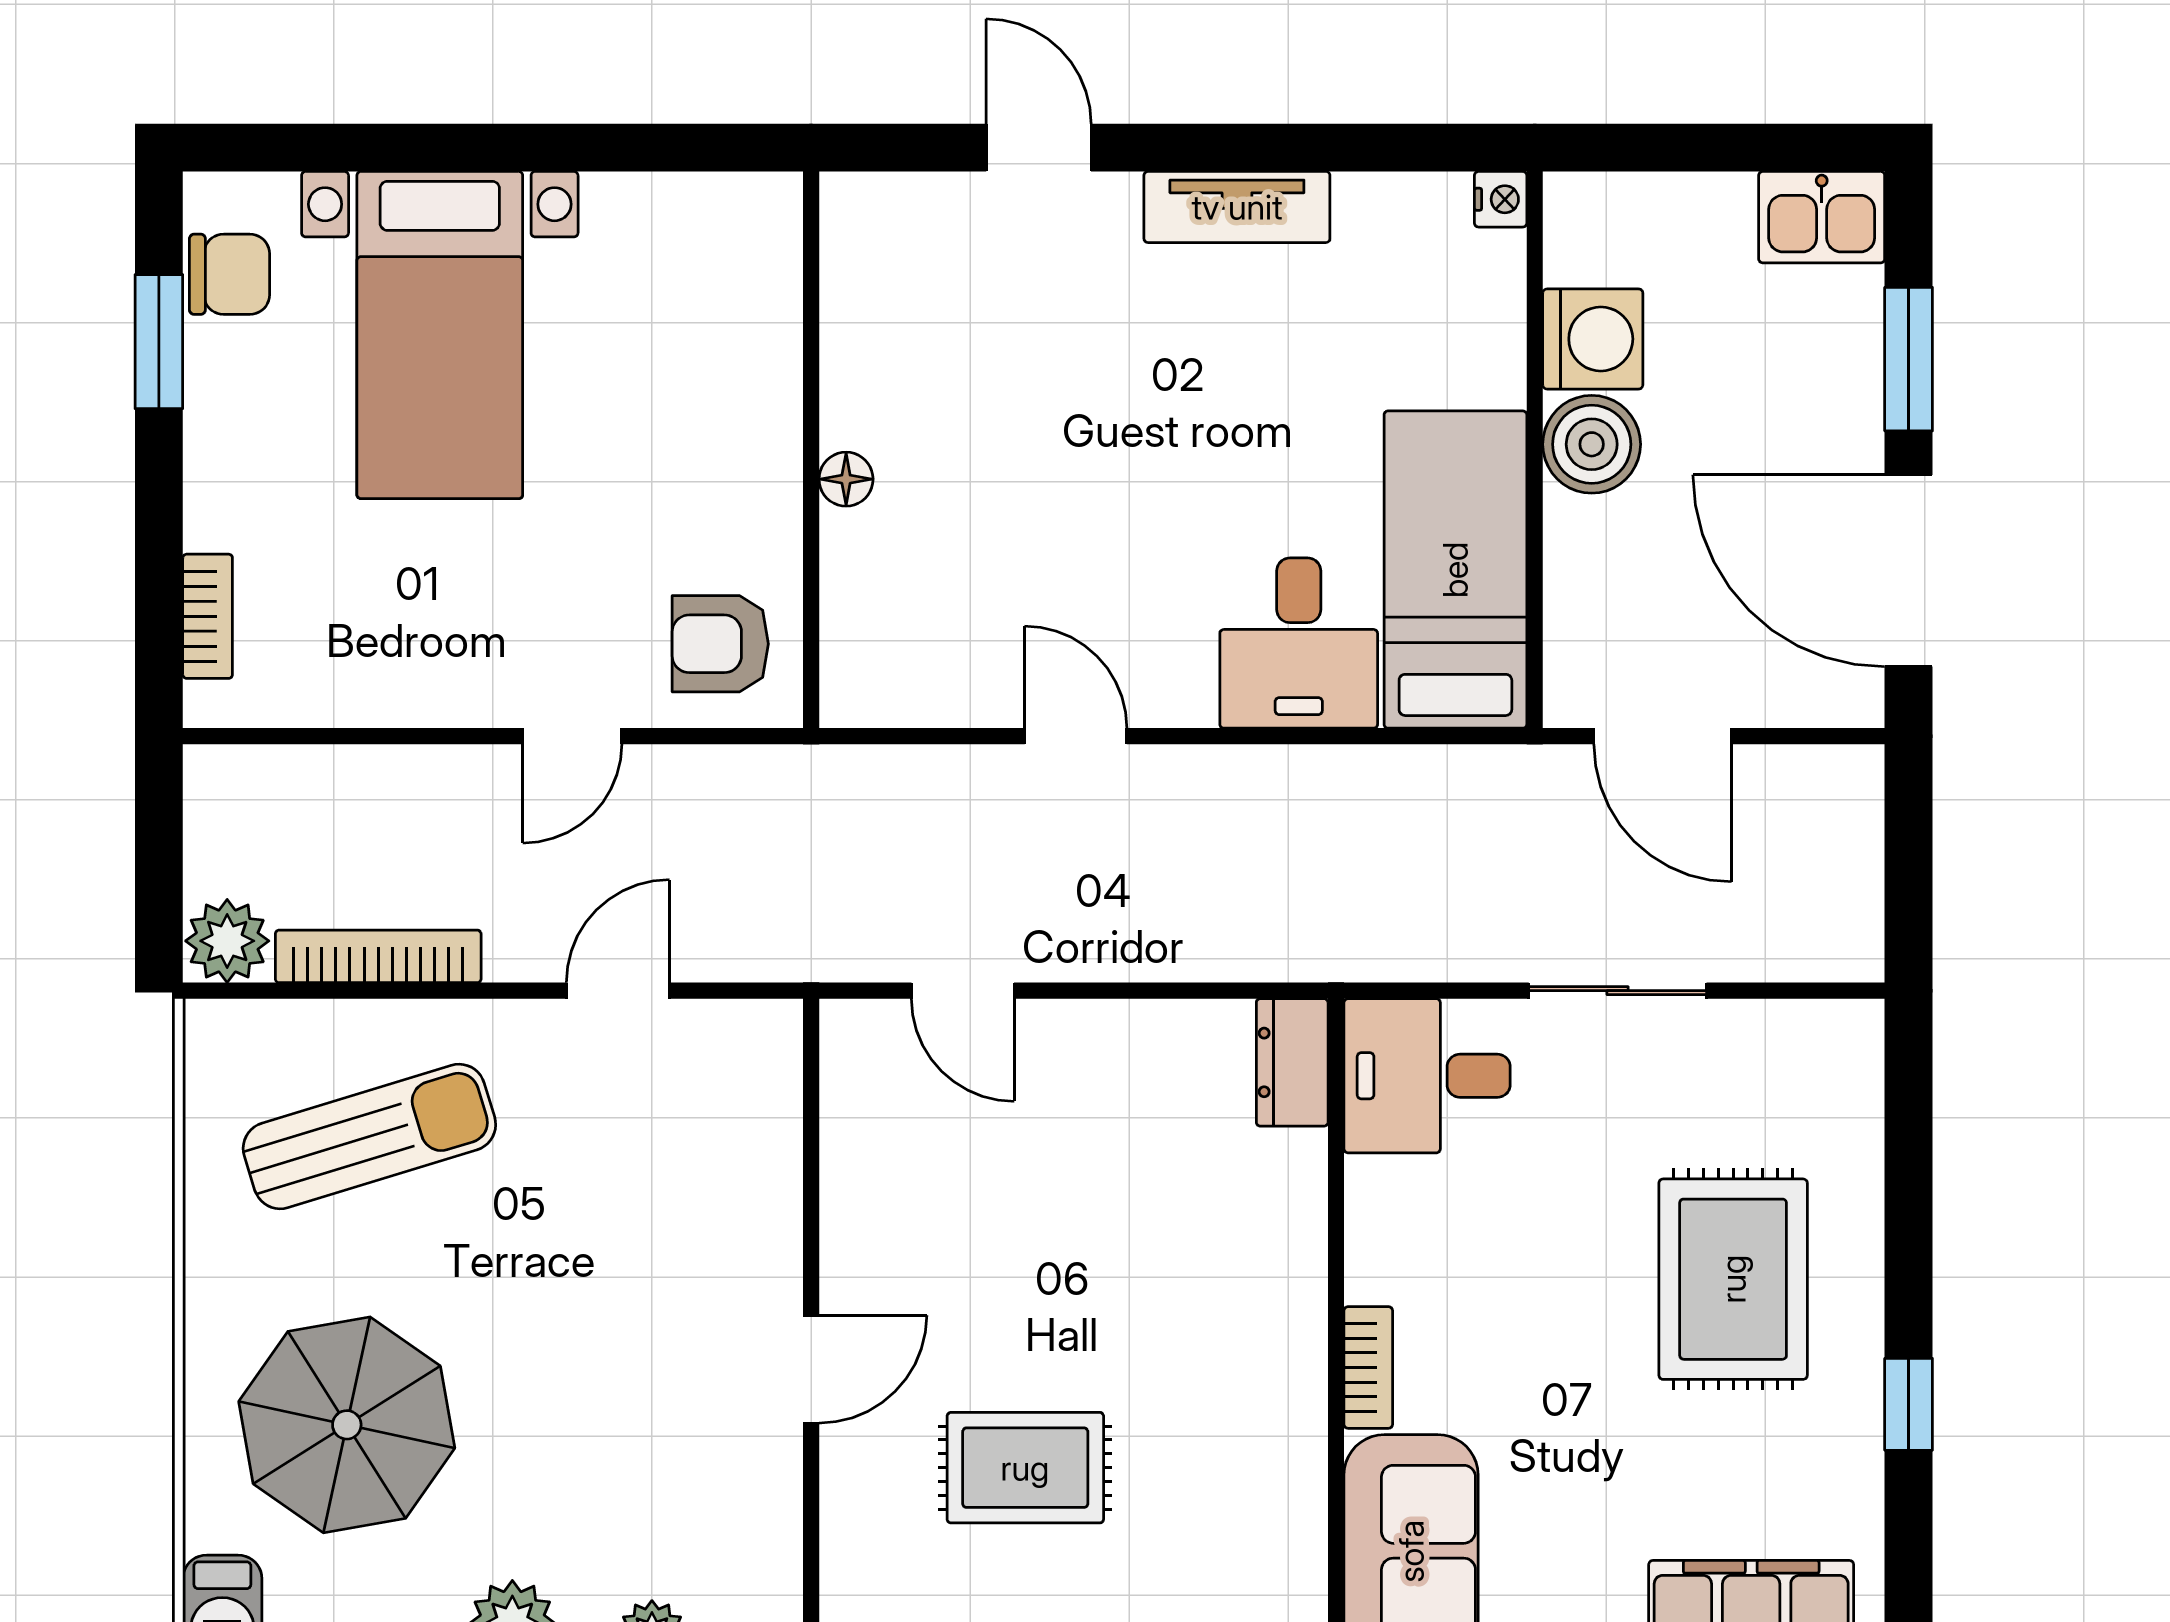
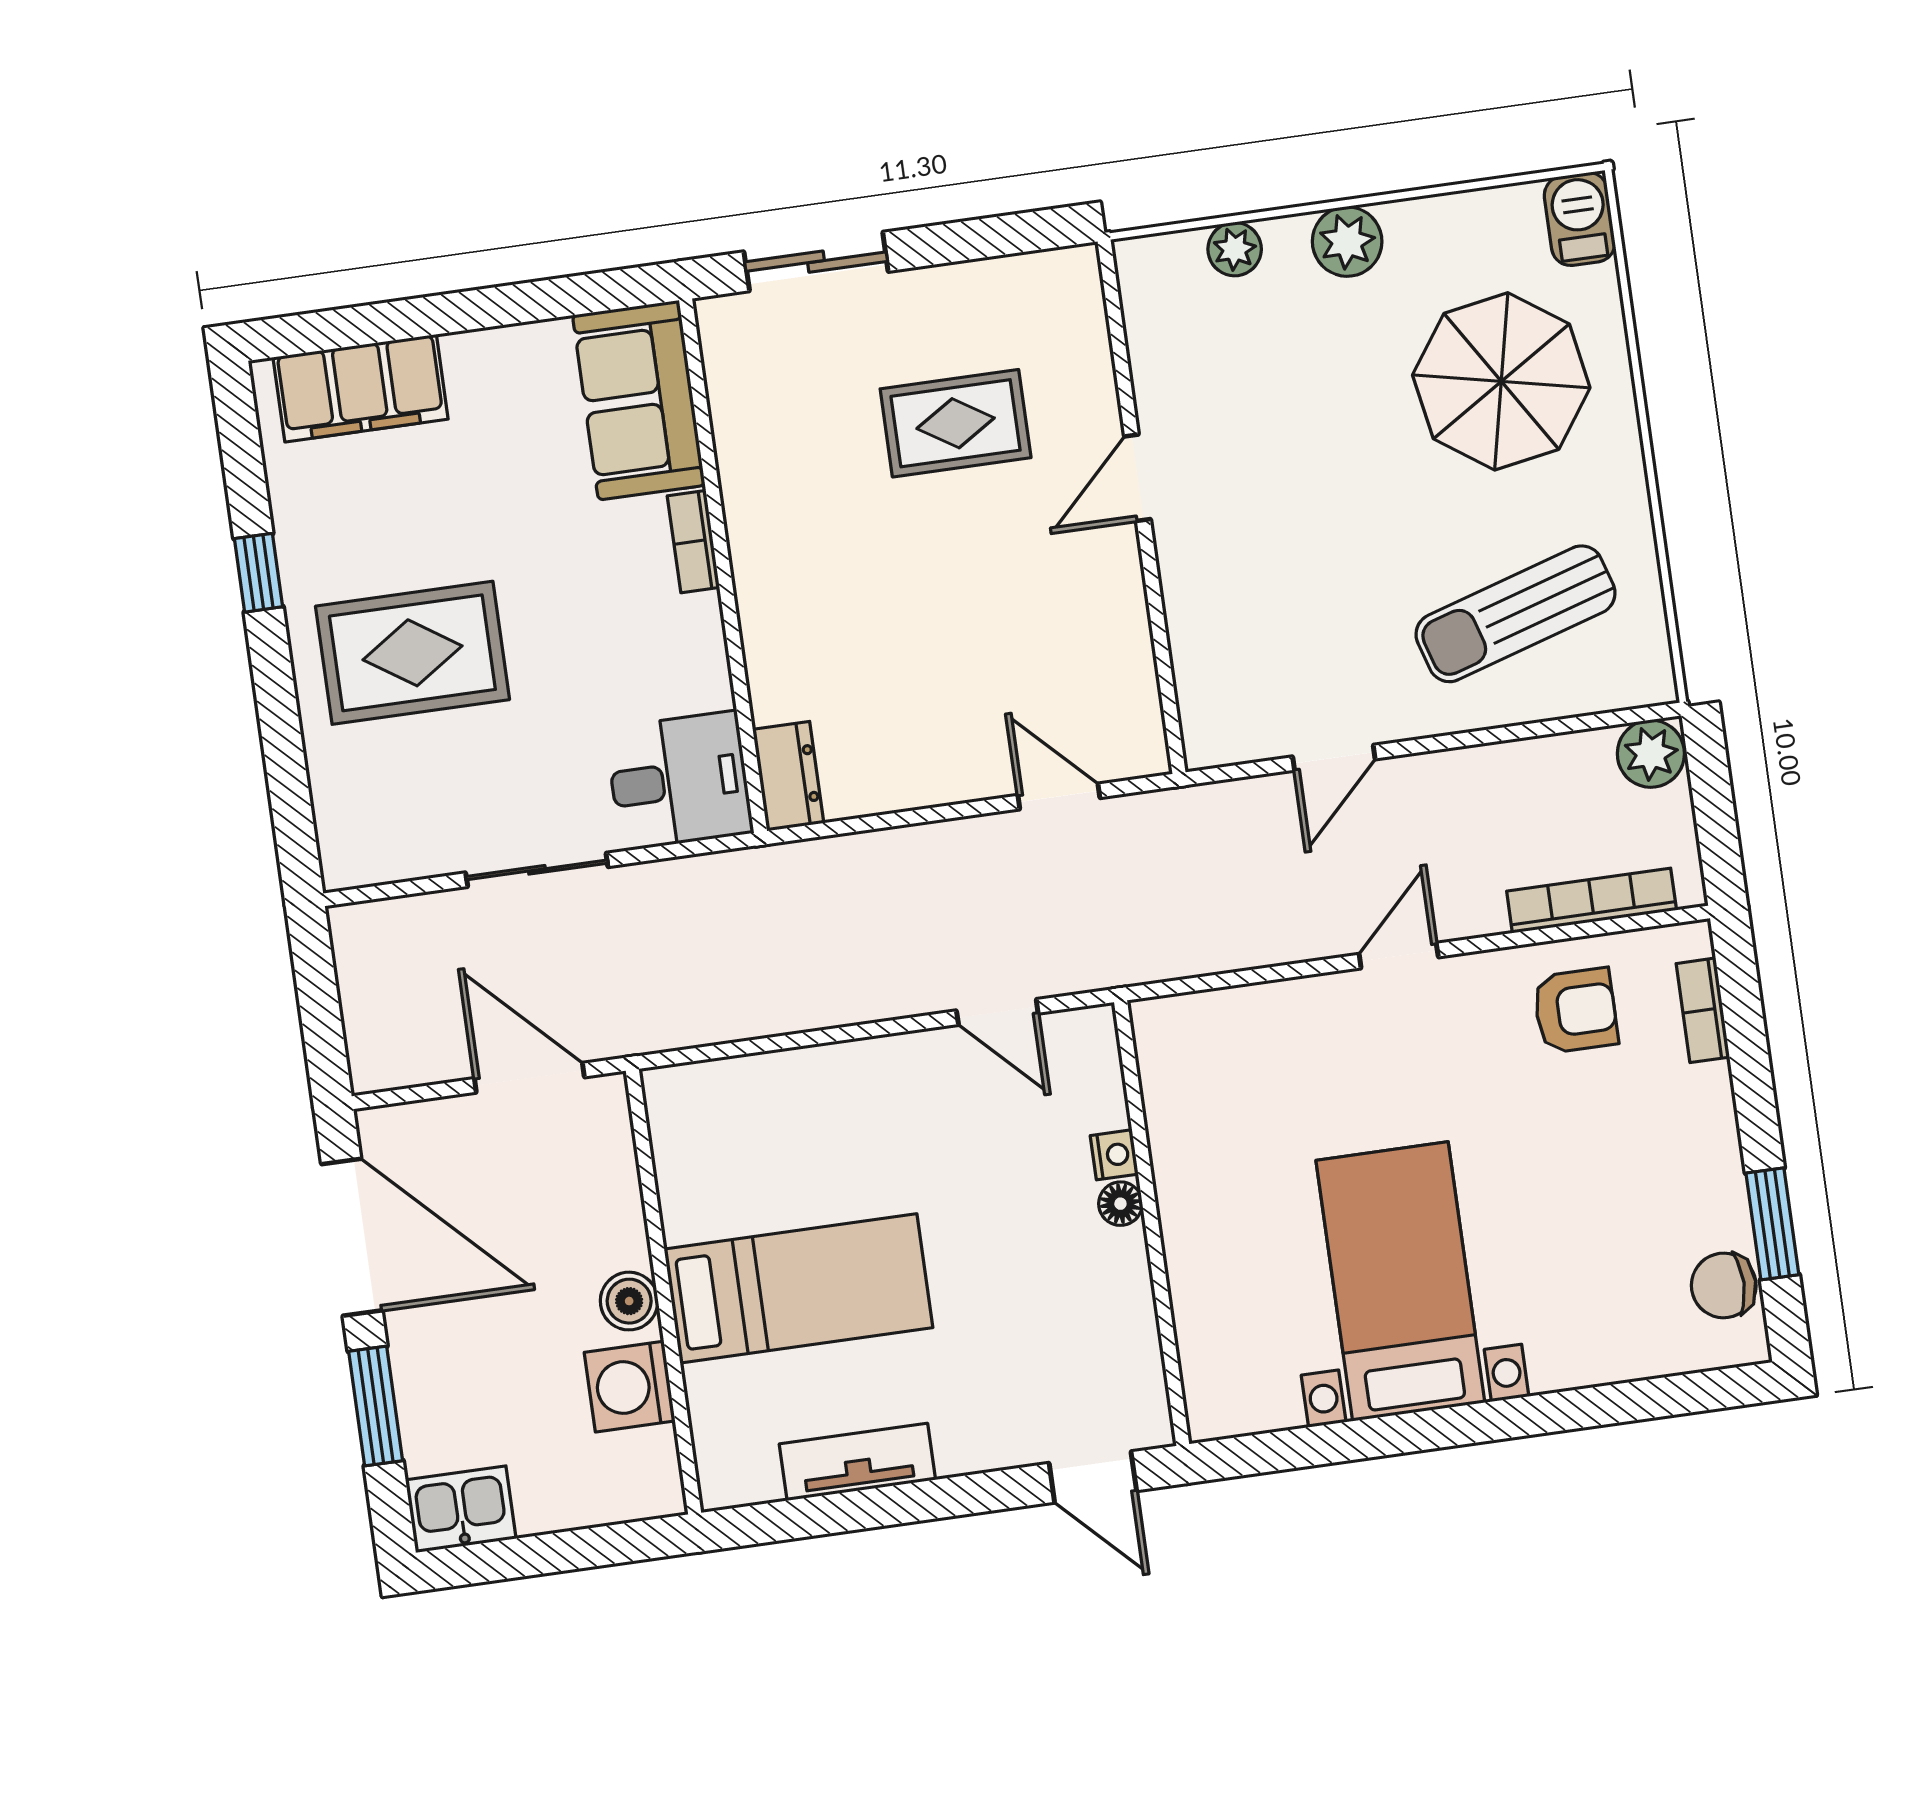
nightstand: (1501, 199) -> (1114, 1155), moved, turned 180
tv unit: (1237, 207) -> (857, 1462), moved
bed with nightstands: (440, 335) -> (1400, 1281), moved
boiler: (1592, 444) -> (629, 1301), width x0.73, depth x0.73
wall: (811, 450) -> (1152, 1223), moved
floor lamp: (846, 479) -> (1120, 1204), moved
bed: (1455, 570) -> (798, 1288), moved, turned -90
desk: (1299, 643) -> (830, 1111), removed
armchair: (720, 644) -> (1575, 1011), moved
bookcase: (378, 956) -> (1592, 901), moved, turned 180
rug: (1733, 1279) -> (412, 653), turned 90

